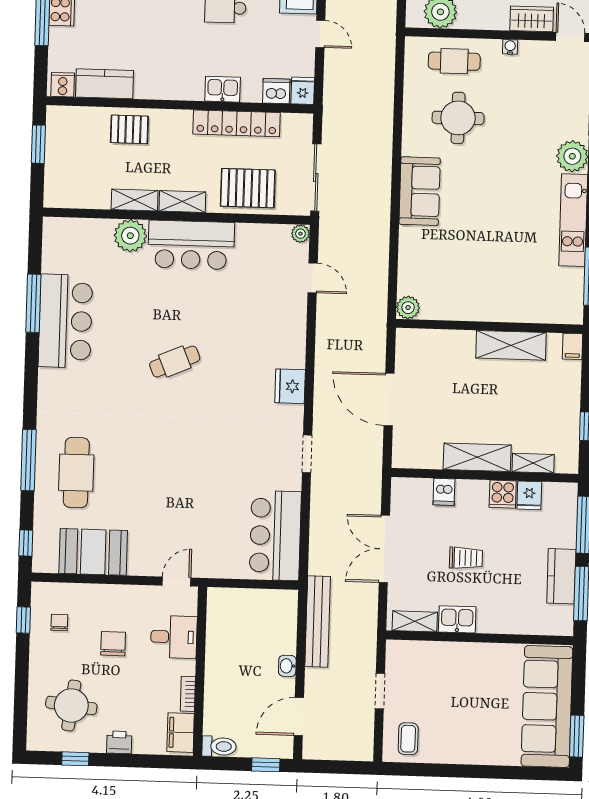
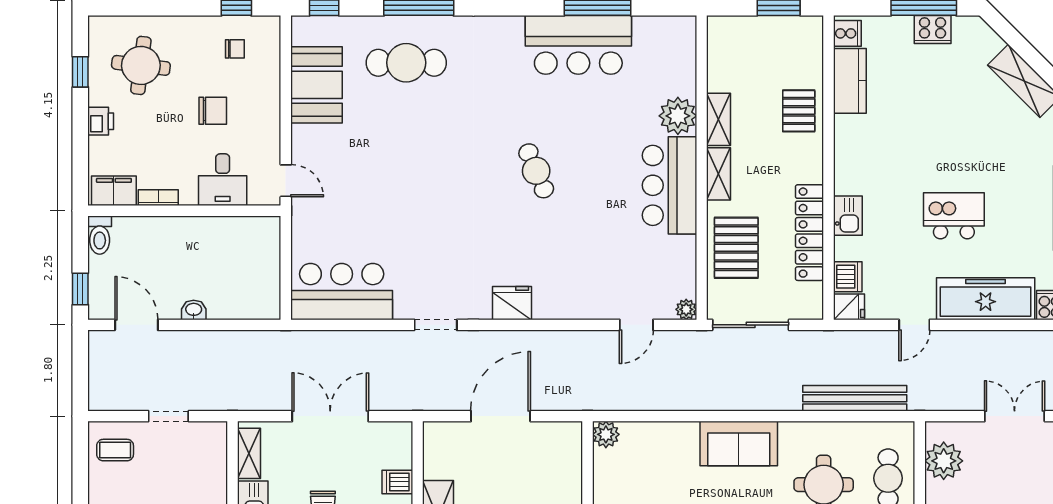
bench: (318, 622) -> (855, 398), moved

